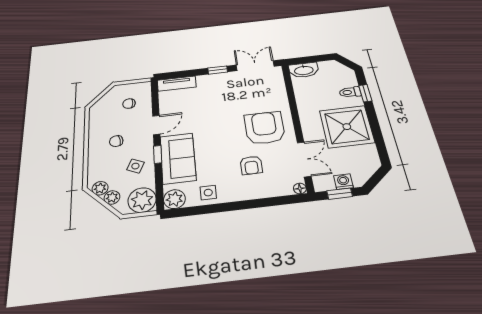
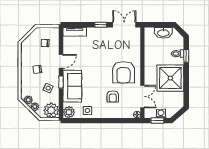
washbasin: (304, 70) -> (163, 33), moved
armchair: (265, 128) -> (124, 72), turned 180

